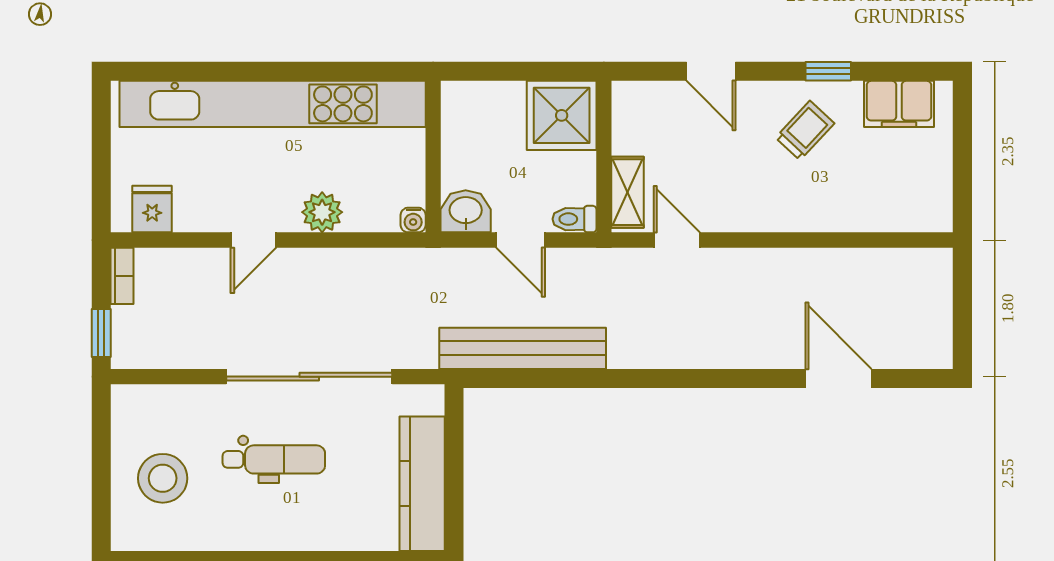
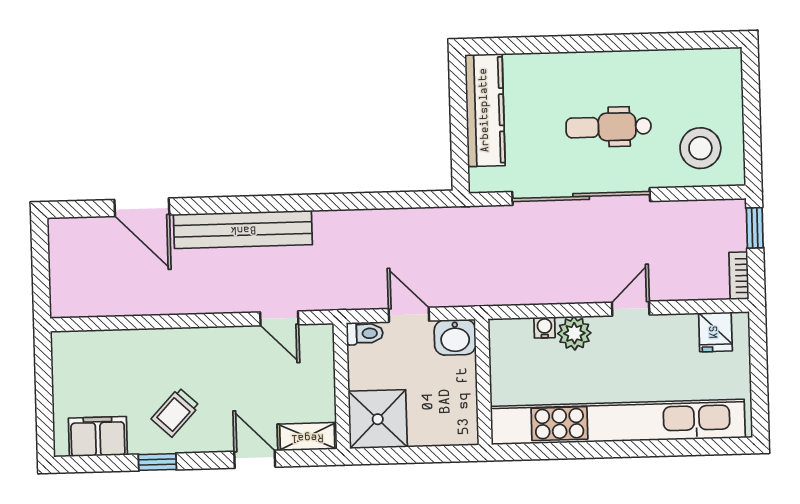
shelving: (627, 192) -> (307, 437), moved, turned 90
water cooler: (413, 220) -> (545, 328), moved
bench: (523, 348) -> (243, 229), moved
stool: (163, 478) -> (700, 148), moved

